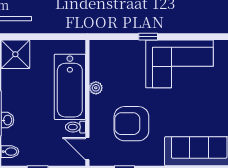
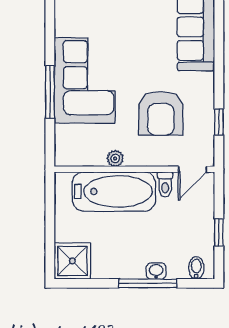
window: (148, 37) -> (50, 92), width x2.17
corner sofa: (180, 64) -> (85, 81), moved

